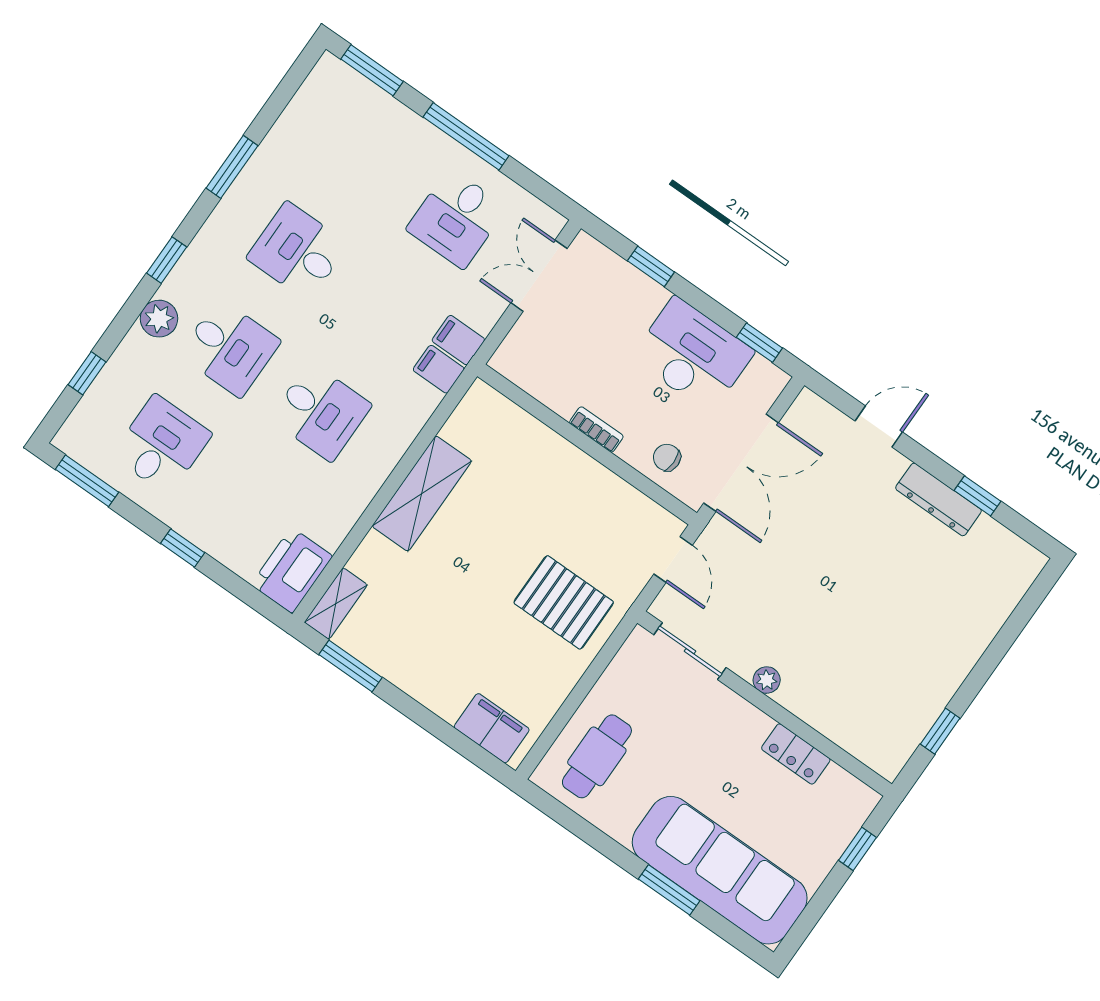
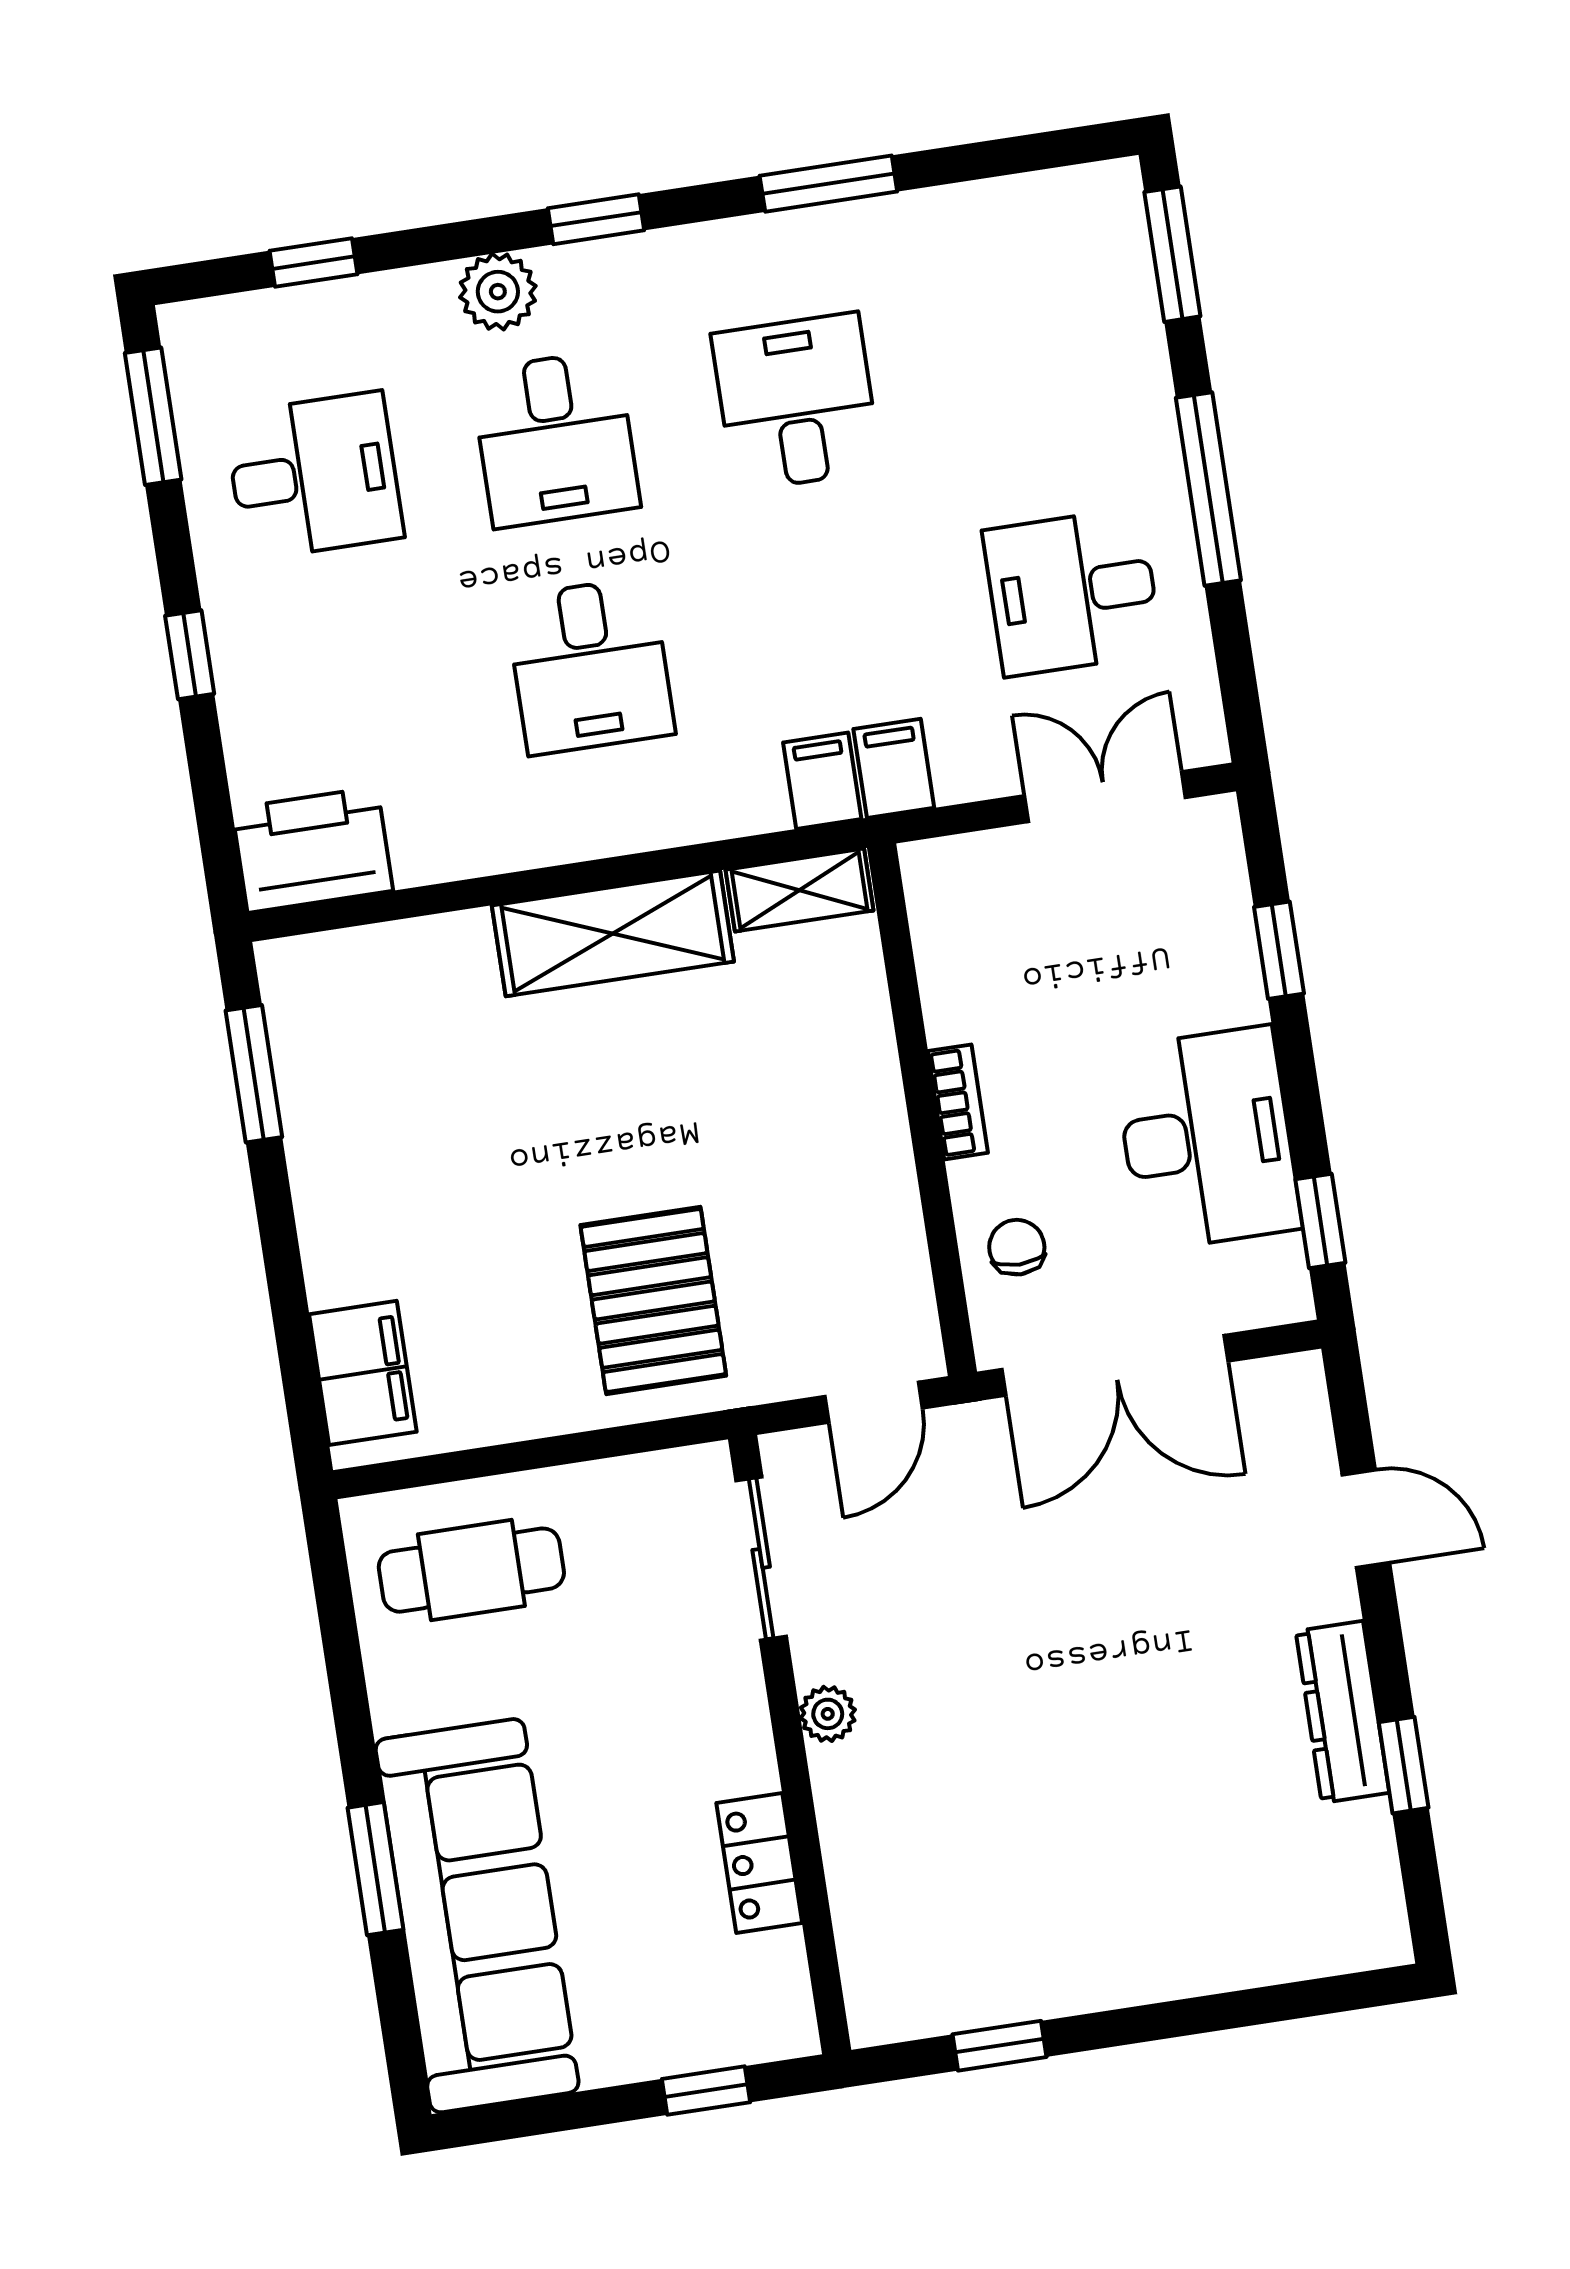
shelving: (336, 604) -> (800, 890), moved

